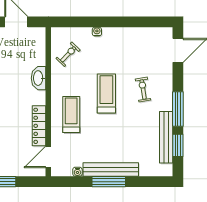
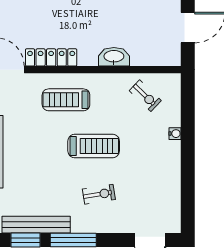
treadmill: (71, 115) -> (66, 100), turned 180

